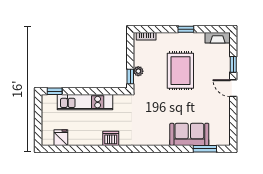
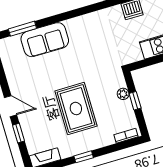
window: (130, 76) -> (135, 101), moved

